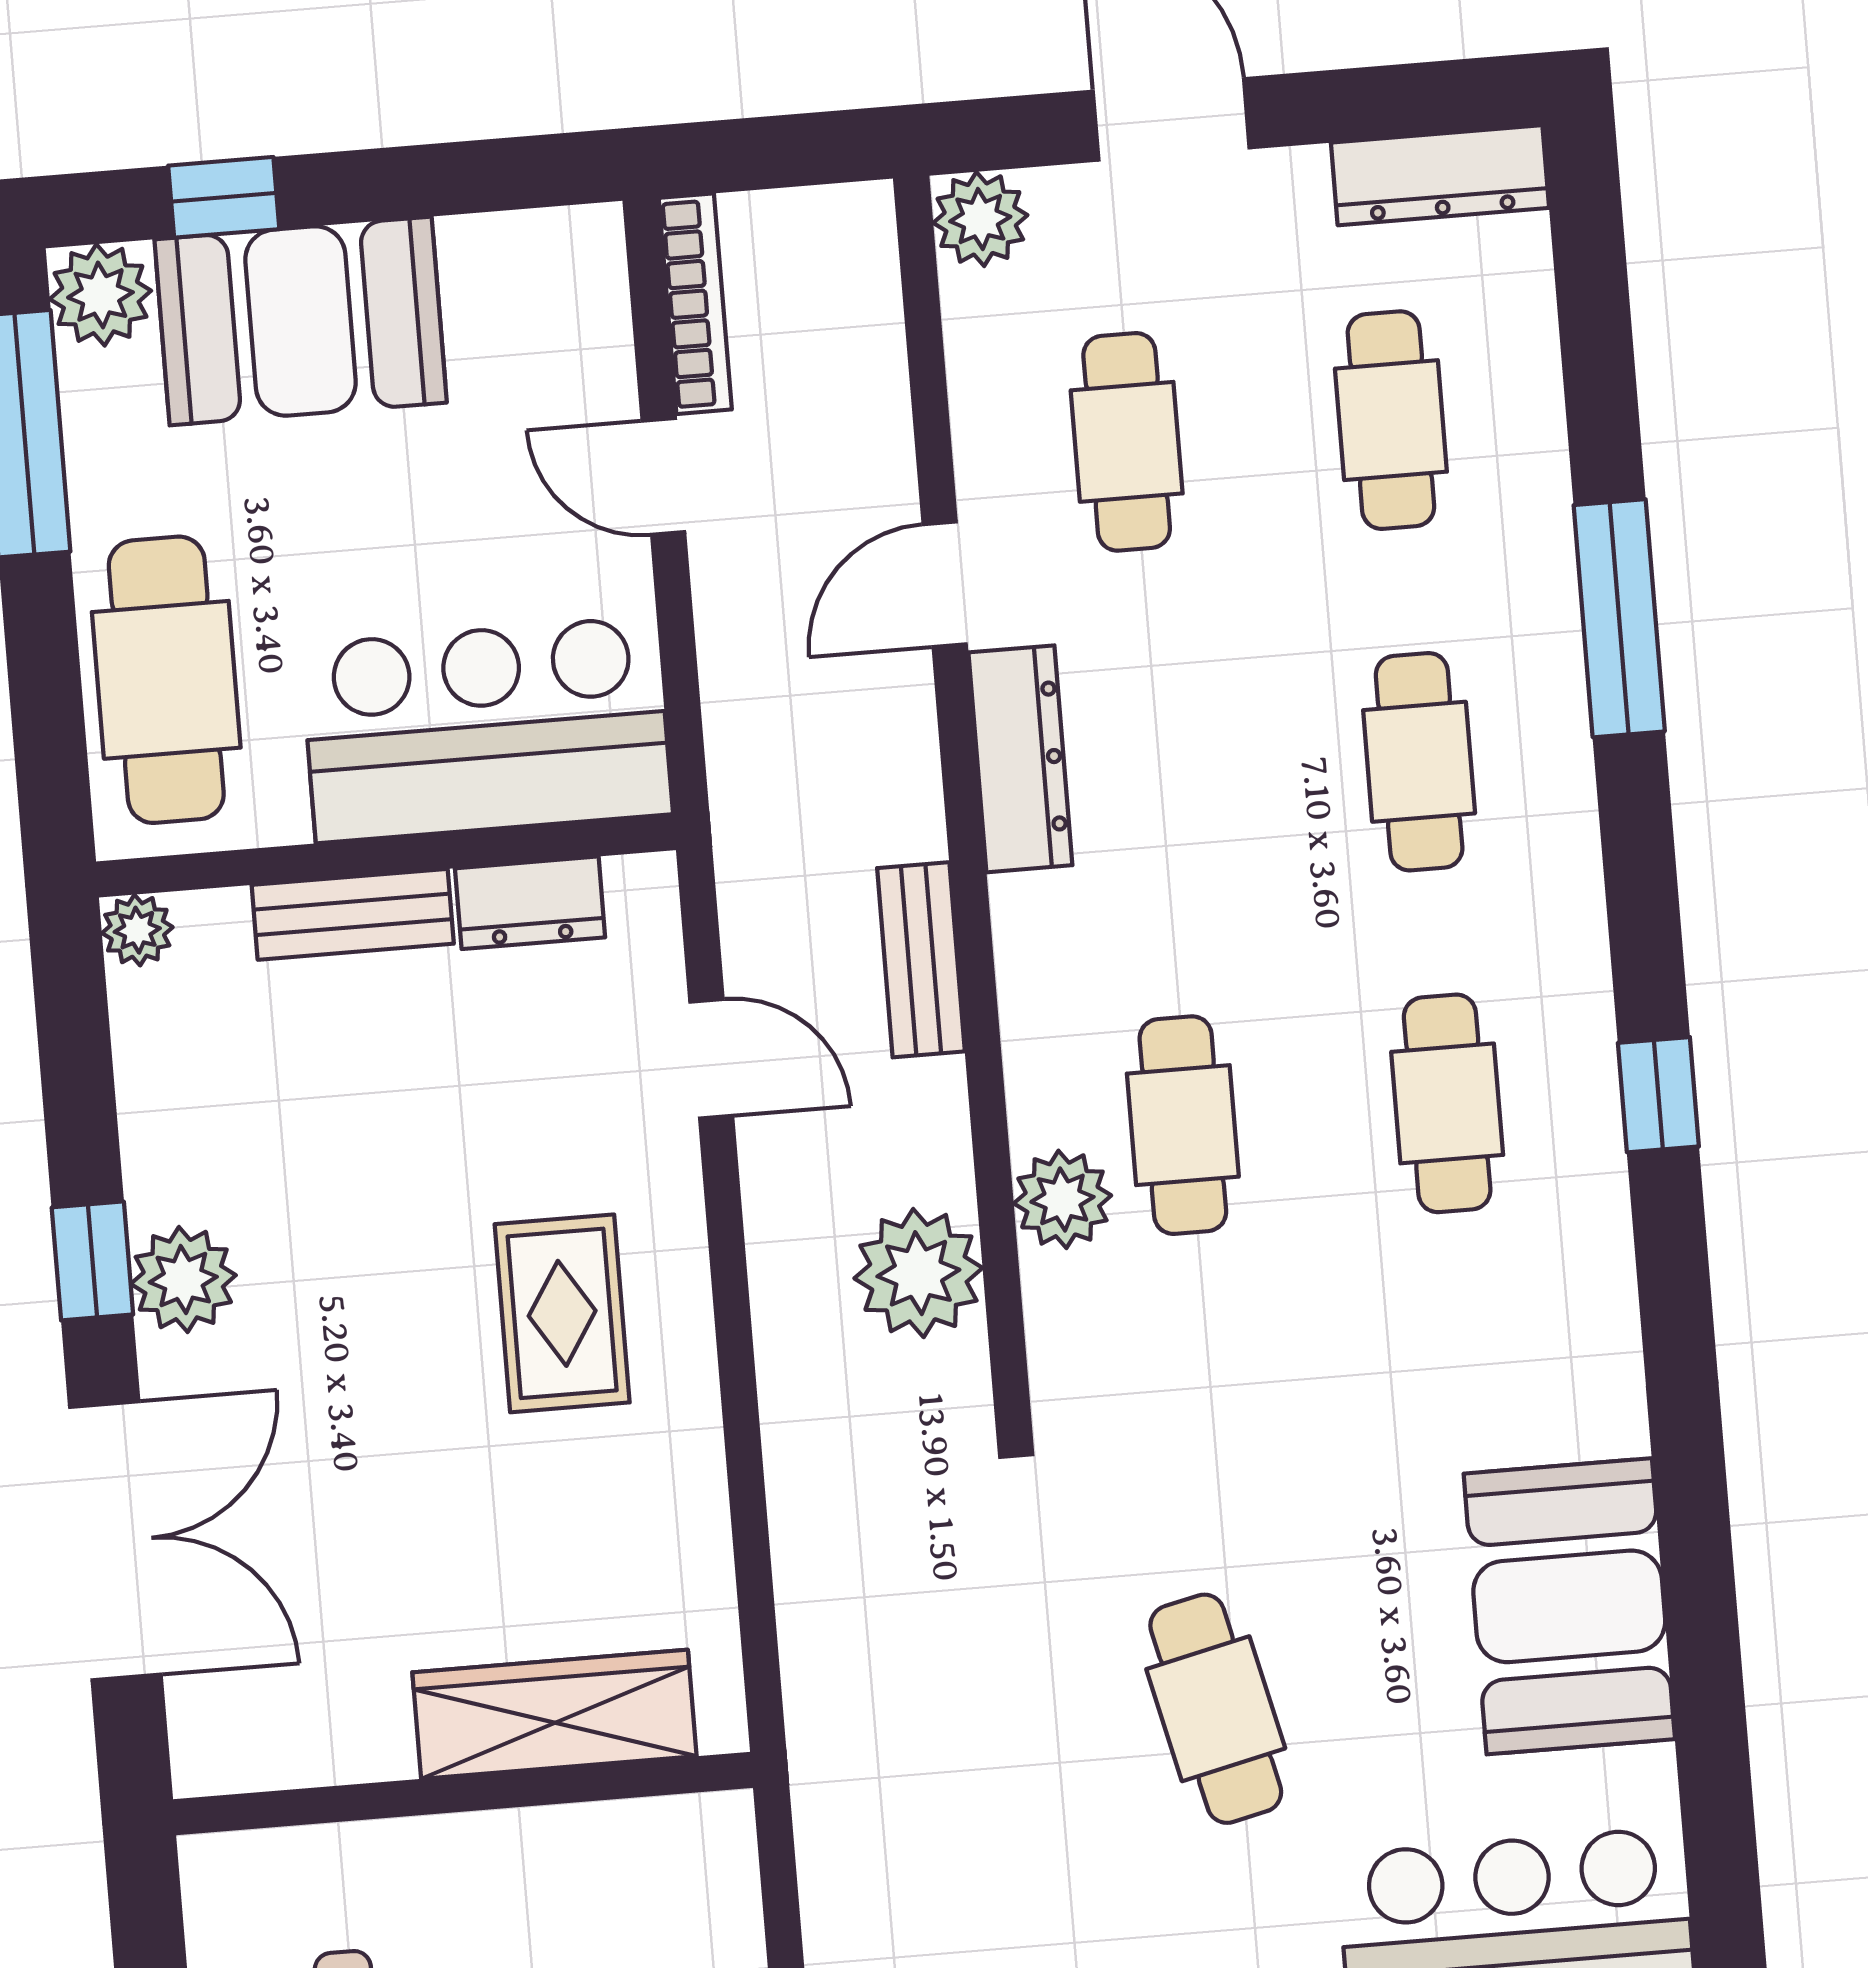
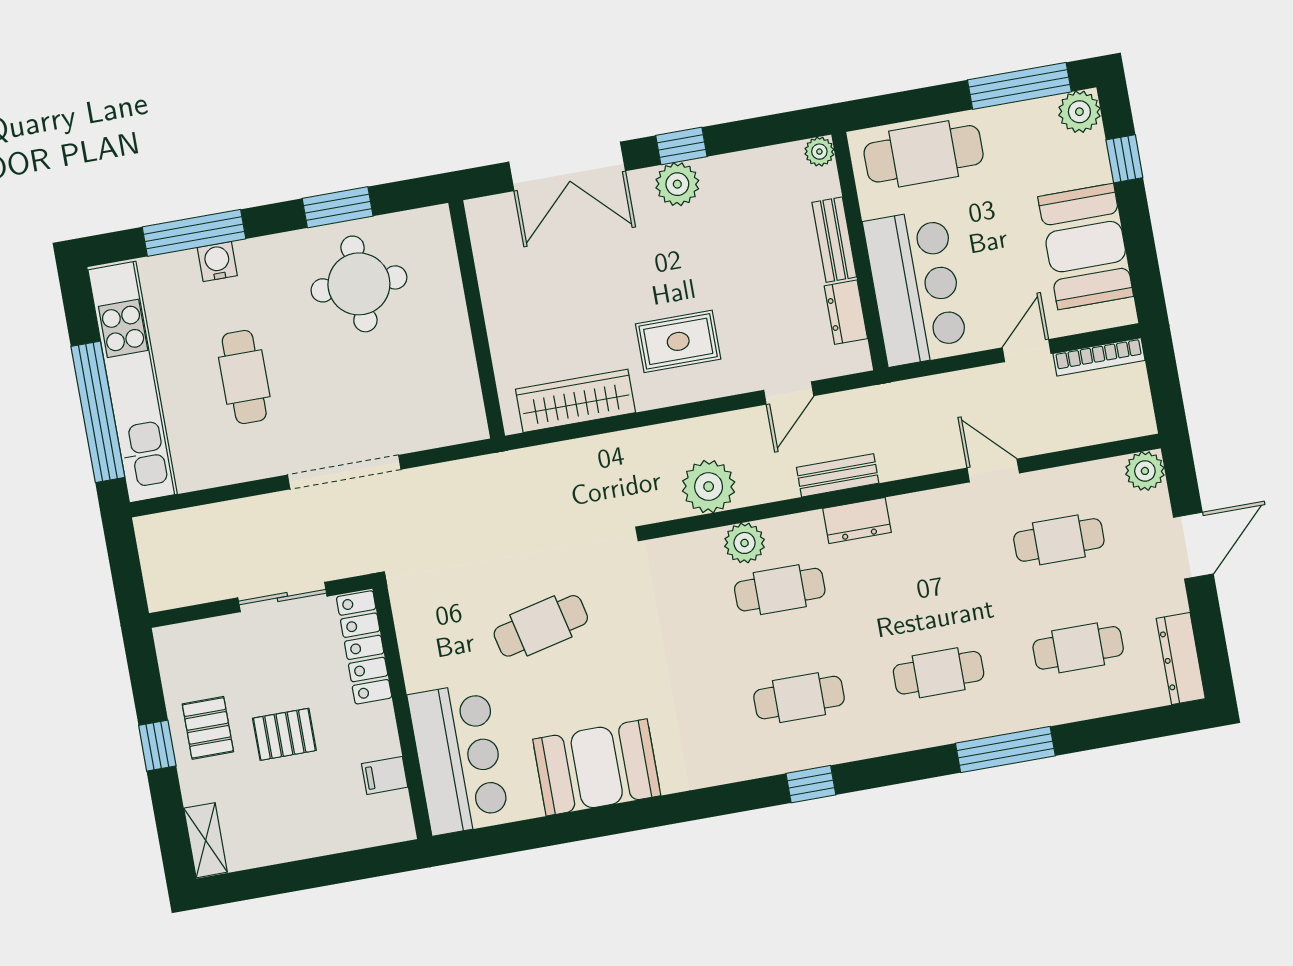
booth: (301, 321) -> (1086, 247), moved
dresser: (1020, 759) -> (857, 520), moved, width x0.70
wardrobe: (554, 1714) -> (576, 401), moved, turned -90

